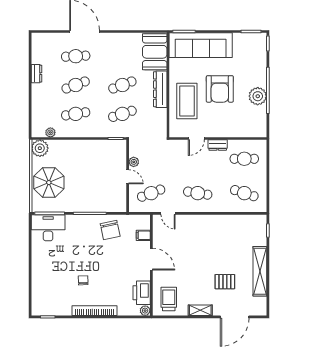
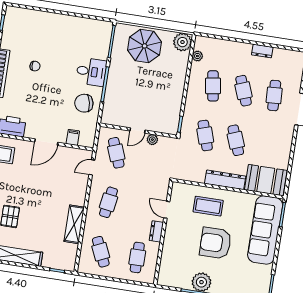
coffee table: (187, 101) -> (208, 206), width x0.73, depth x0.76
cafe table: (244, 193) -> (101, 252), turned -42
shelving: (223, 222) -> (74, 224), added
desk: (48, 228) -> (91, 72), moved, width x0.73

